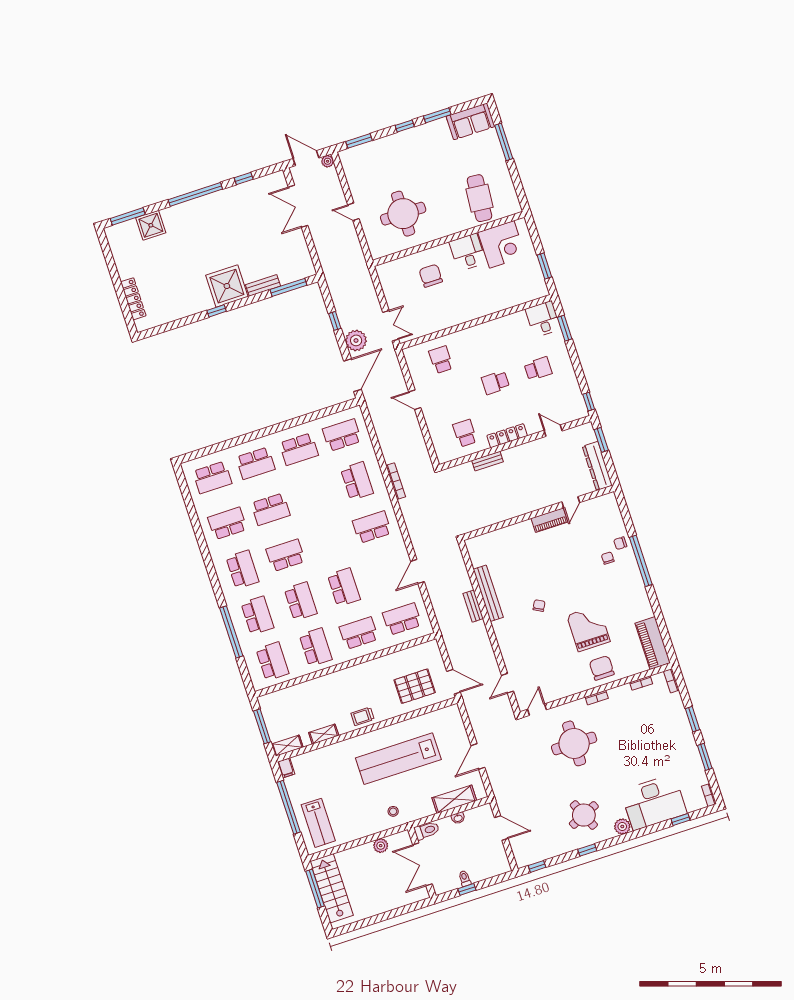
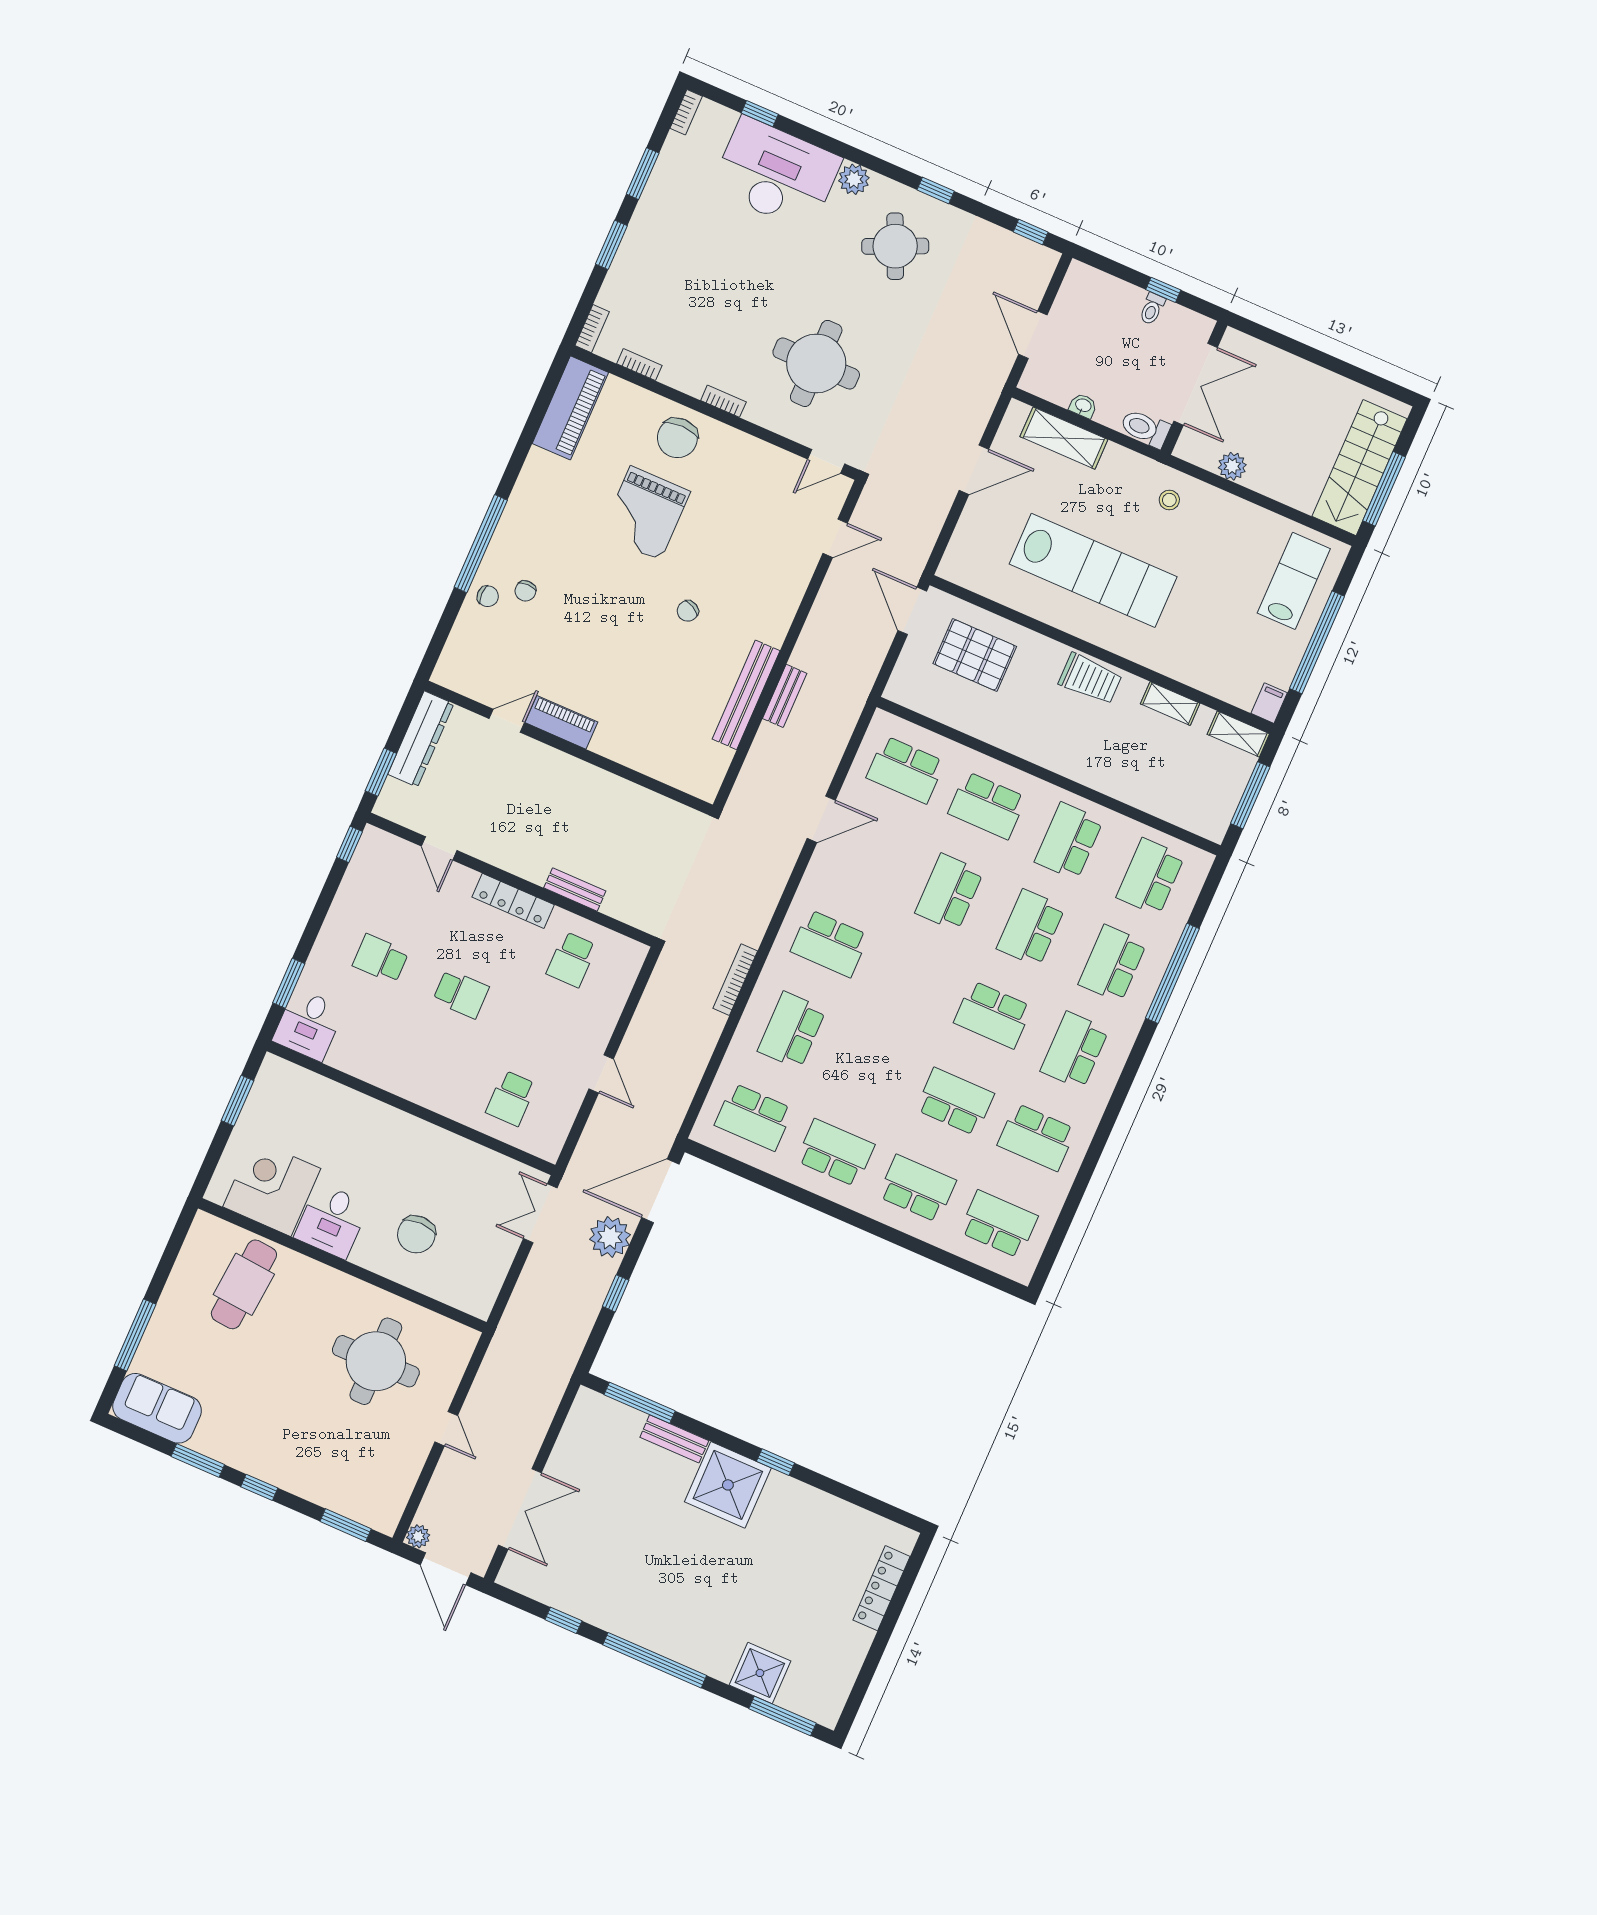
trolley: (363, 716) -> (1090, 679), width x1.36, depth x1.39

